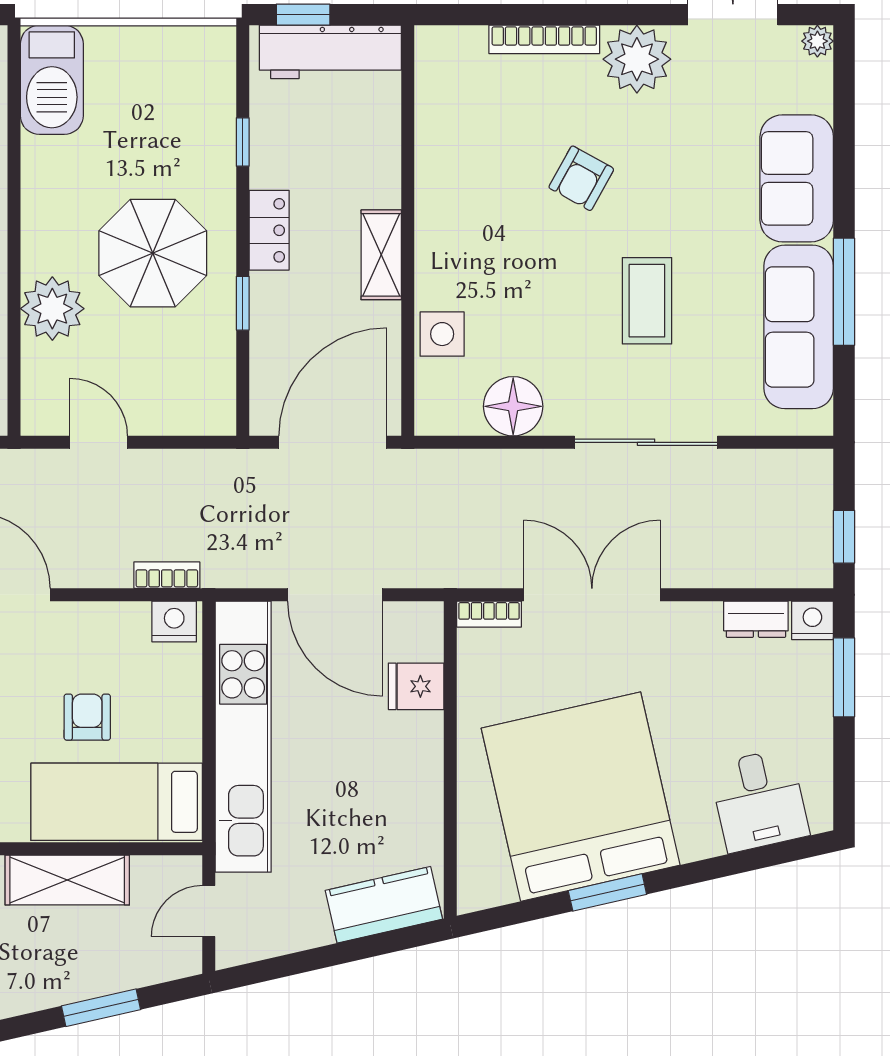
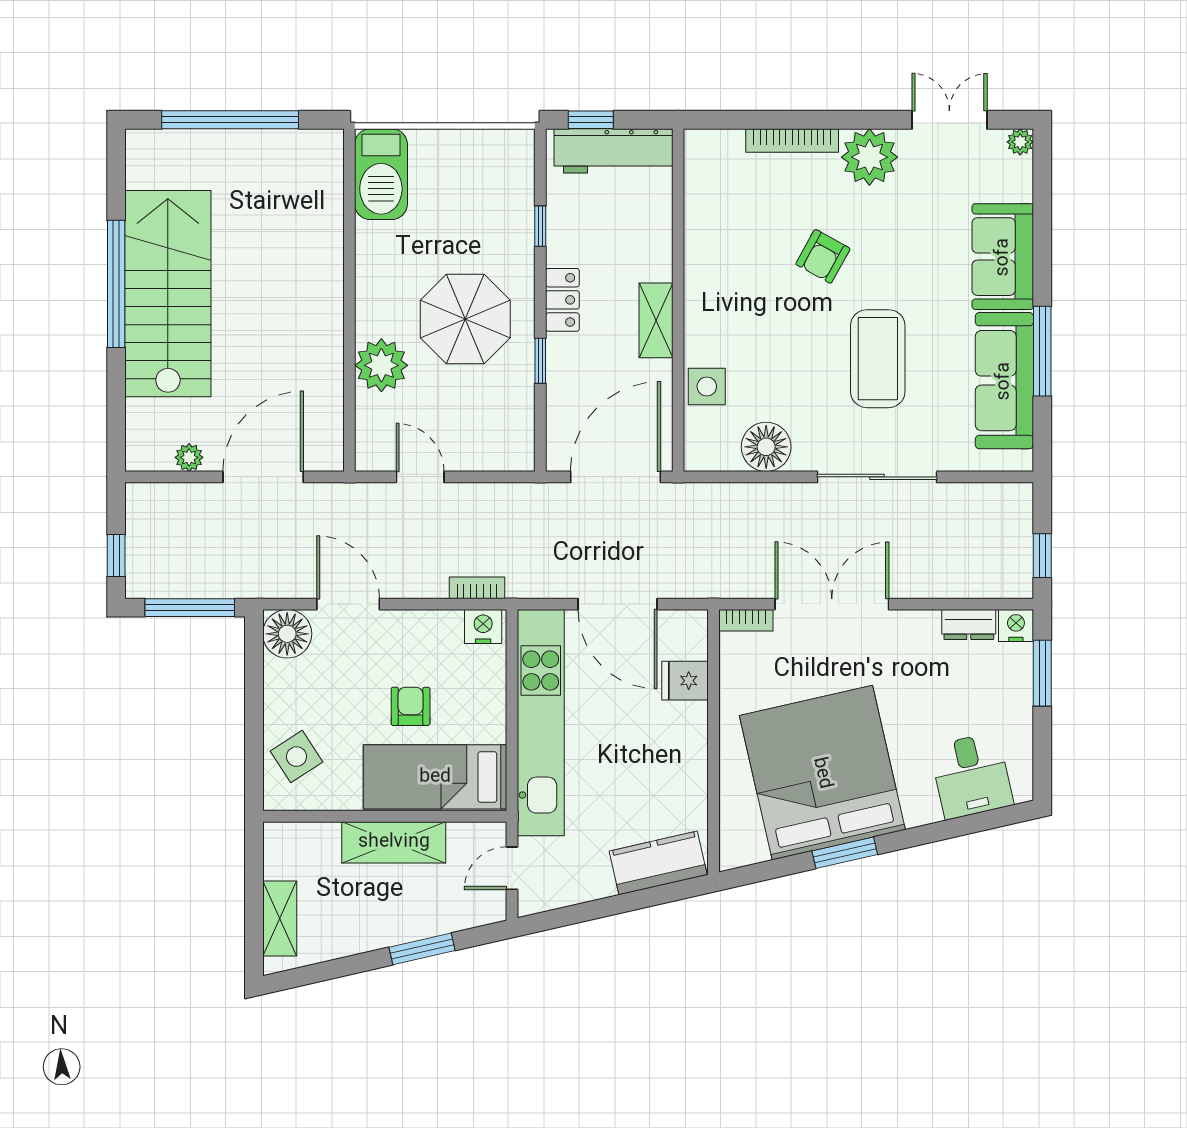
coffee table: (647, 301) -> (878, 359), width x1.36, depth x1.32

